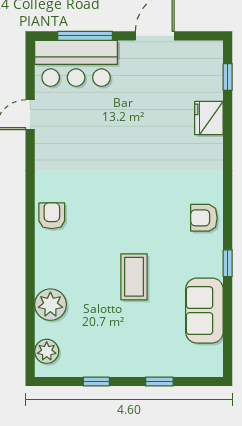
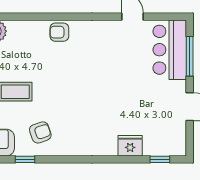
armchair: (52, 216) -> (59, 32), turned 180
armchair: (204, 218) -> (40, 132), moved, turned 71

